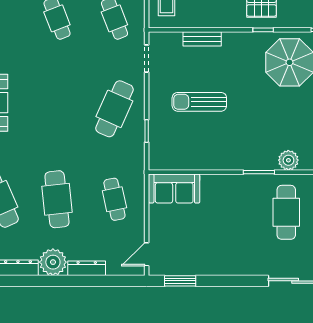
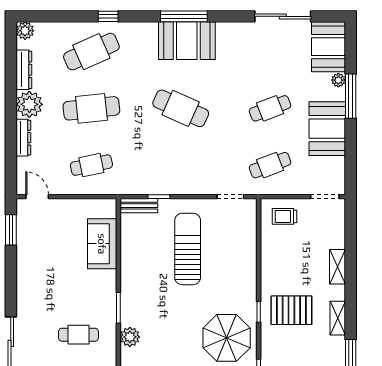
bench: (202, 39) -> (139, 206), moved, turned 90
sun lounger: (199, 102) -> (188, 249), width x1.36, depth x1.34
cafe table: (114, 109) -> (181, 108), moved
sofa: (174, 188) -> (102, 244), moved
cafe table: (286, 212) -> (78, 335), width x0.73, depth x0.74

